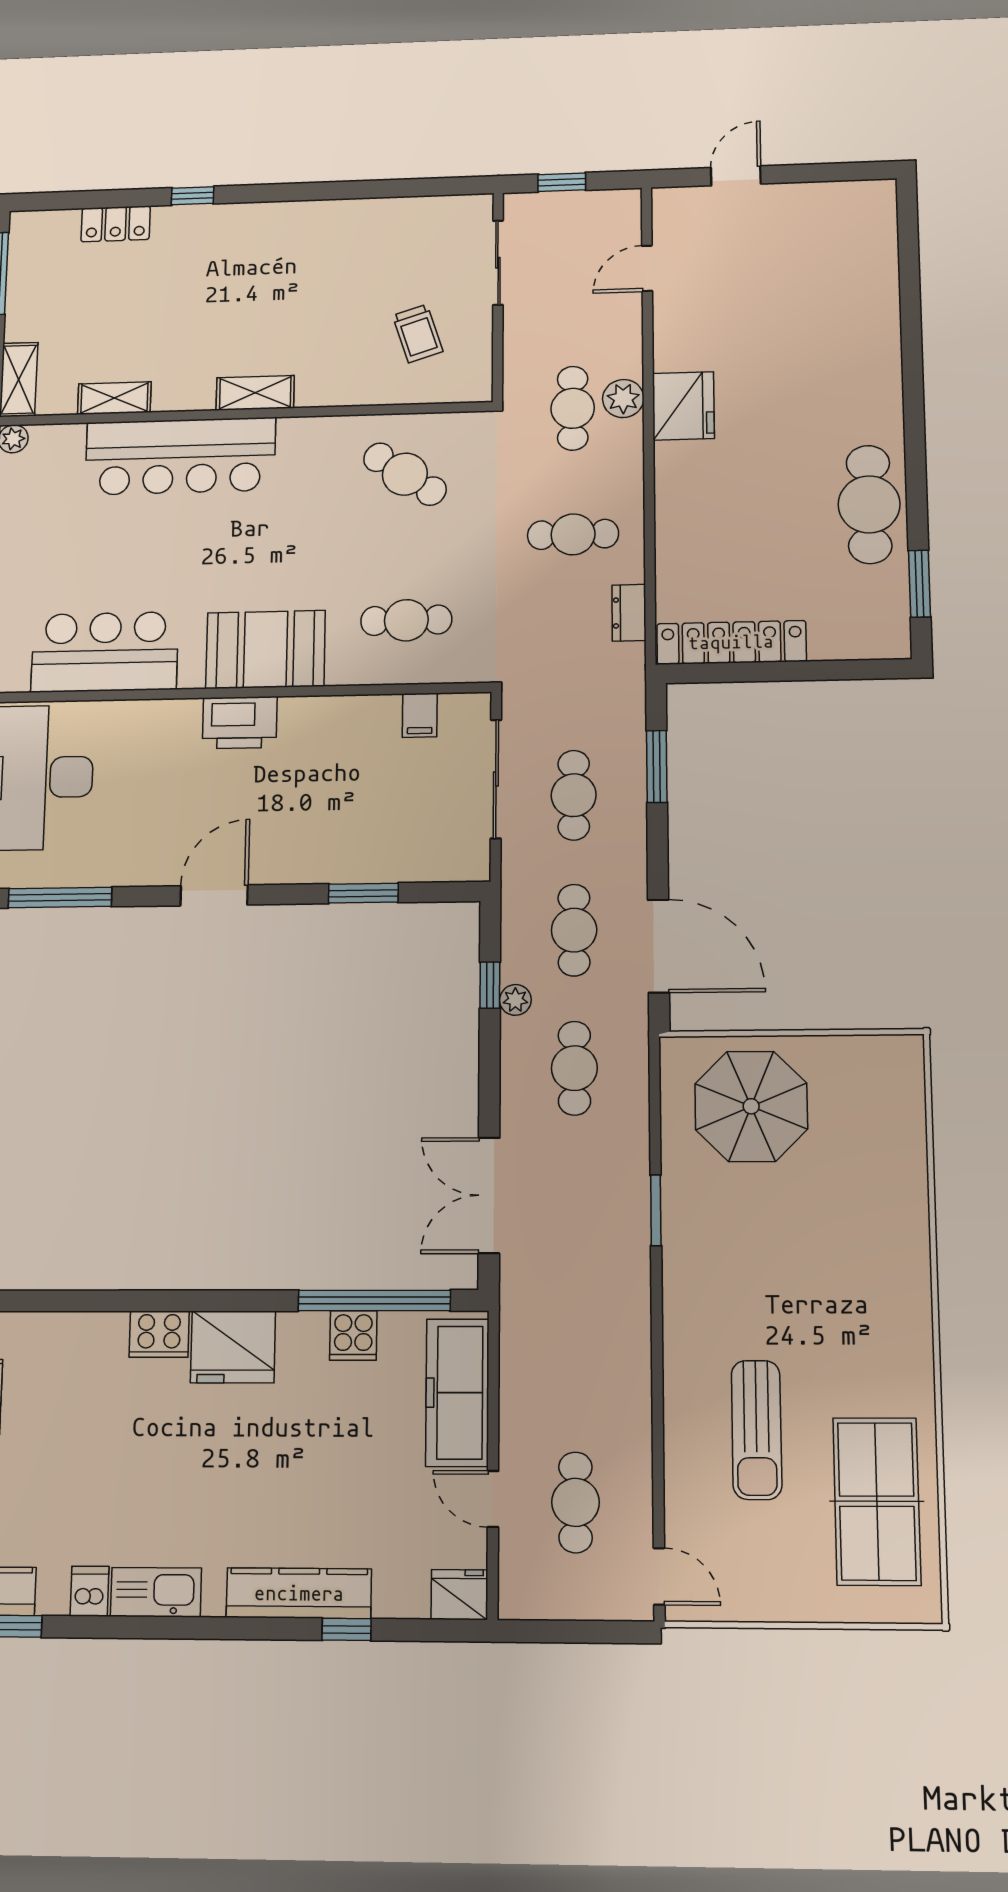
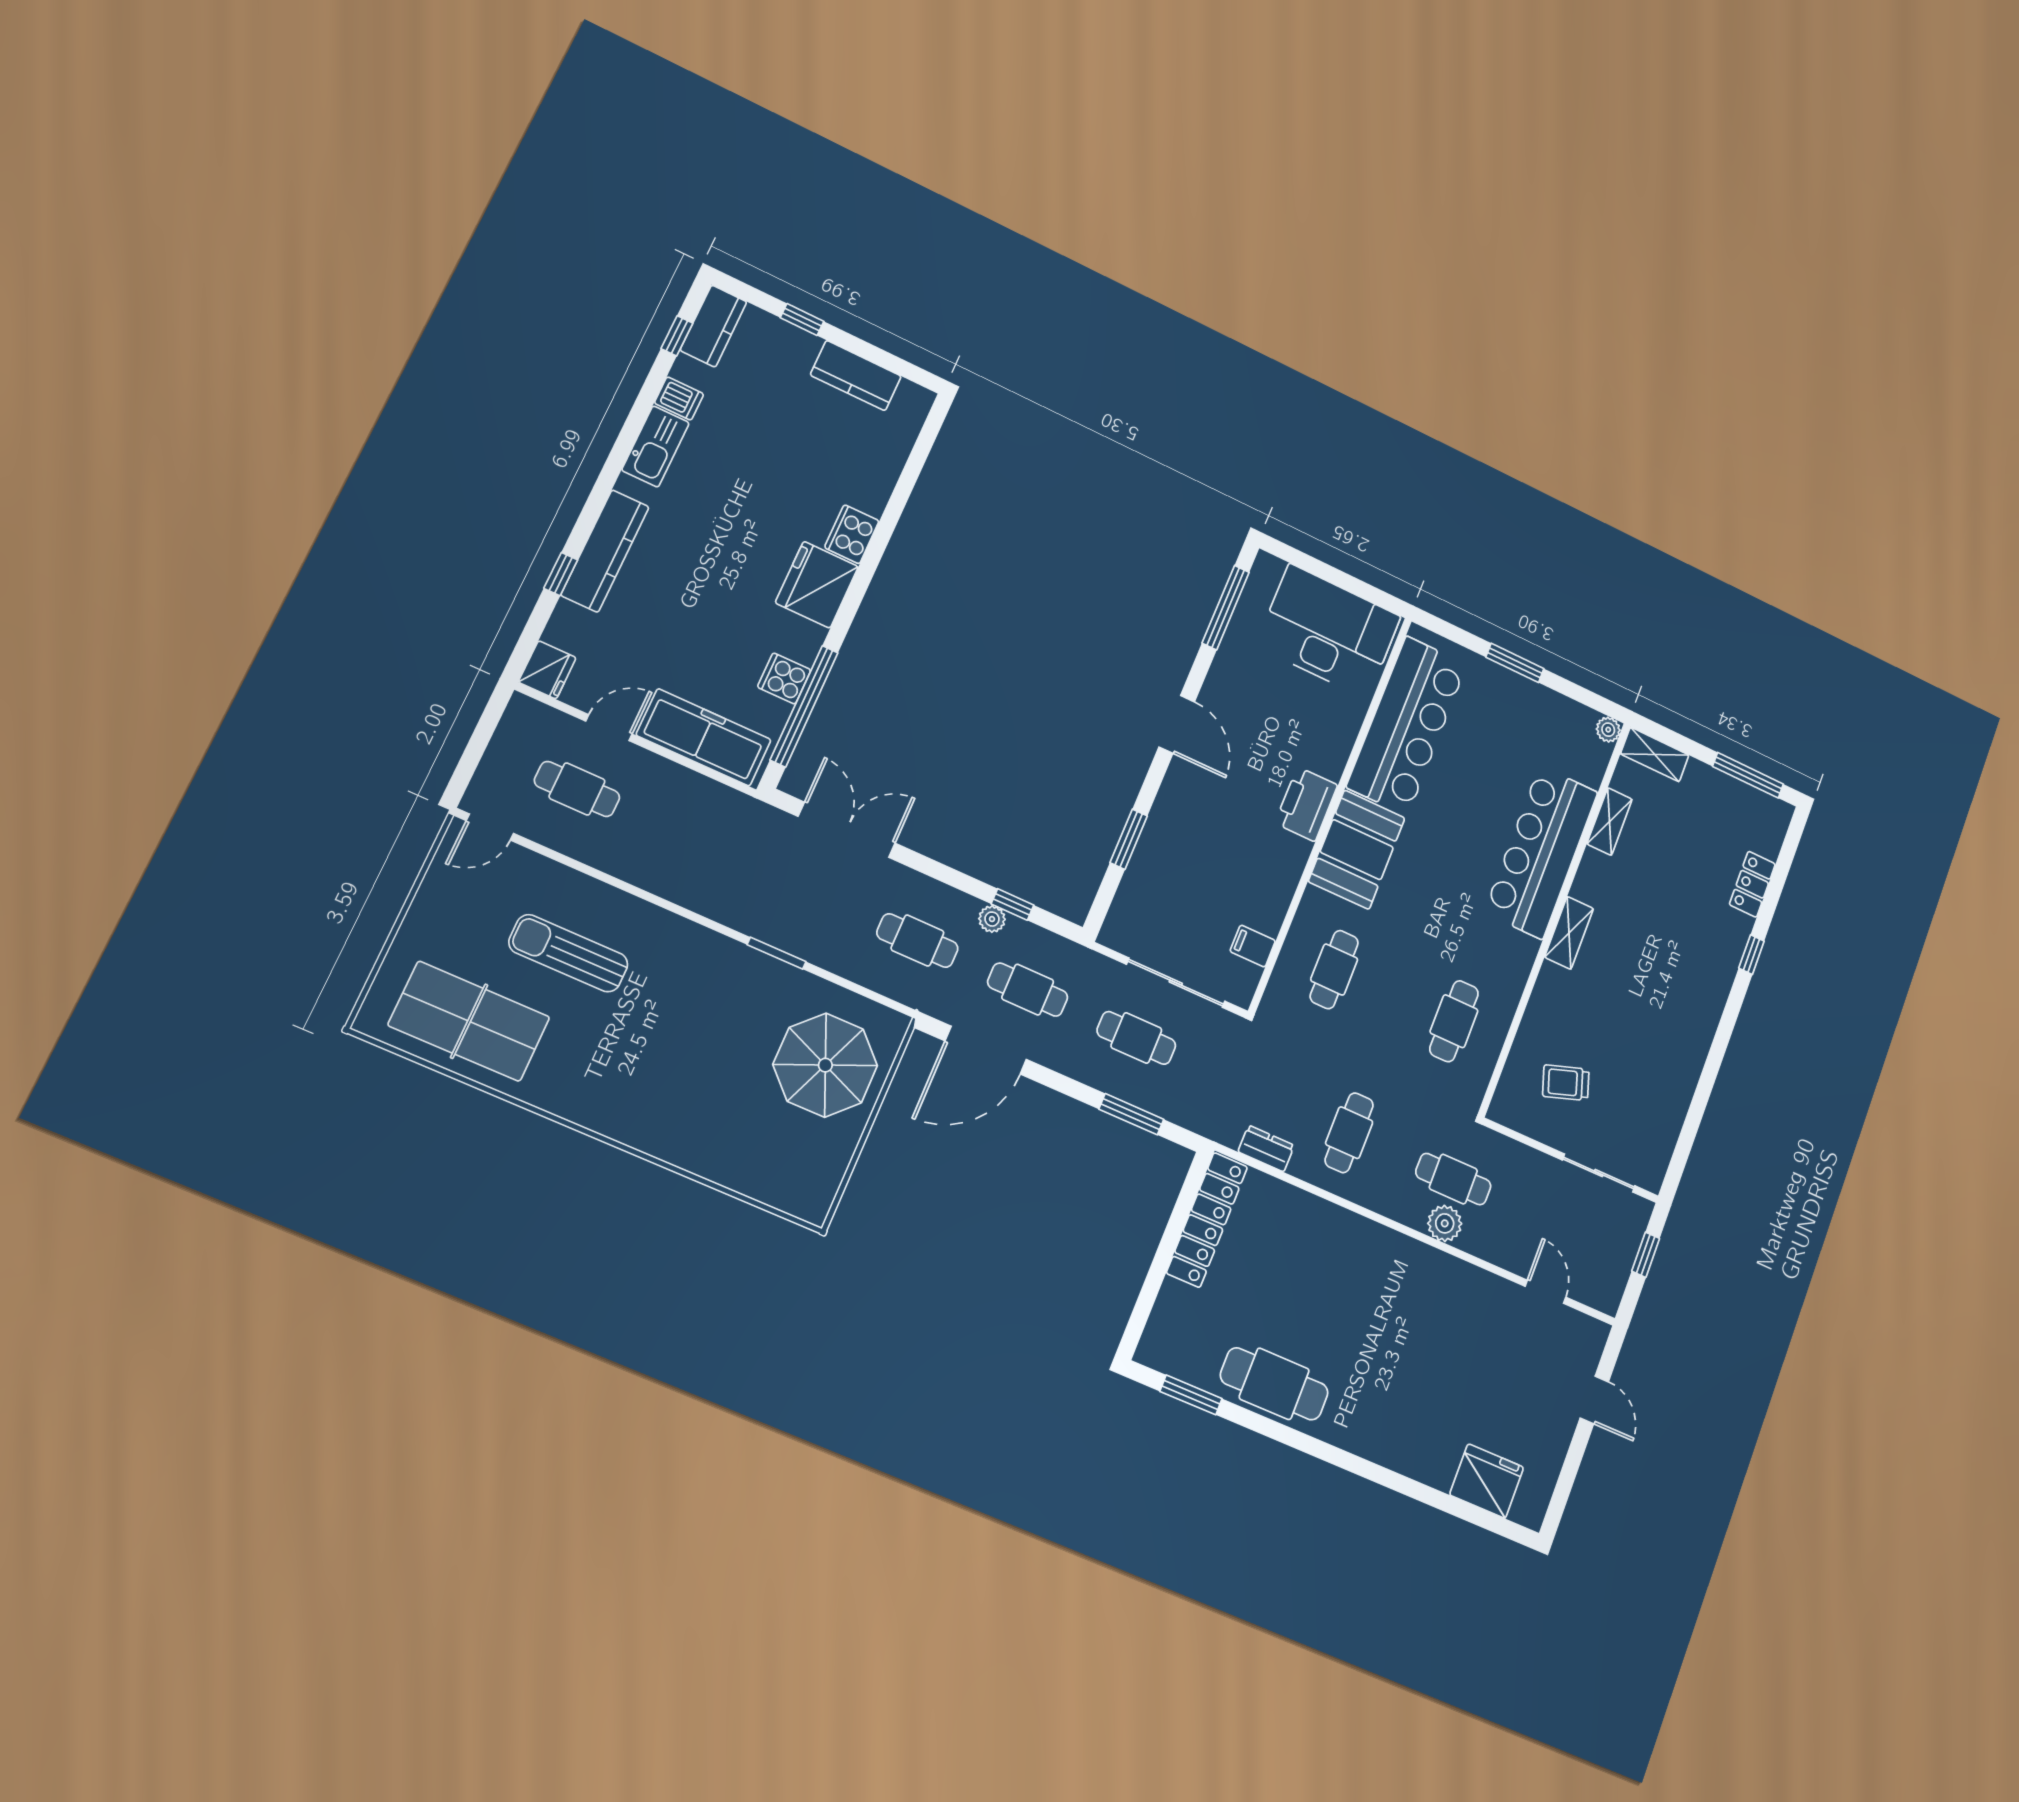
fridge: (683, 406) -> (1487, 1481), moved, turned 180
cafe table: (405, 474) -> (1454, 1021), turned -35
bar counter: (105, 652) -> (1407, 725), width x1.36

